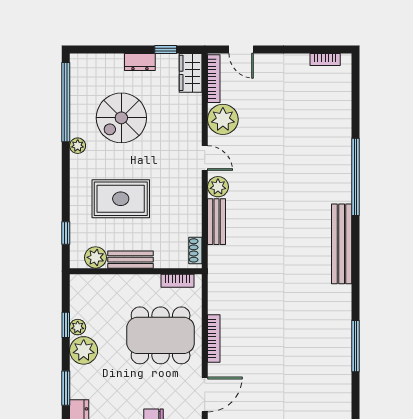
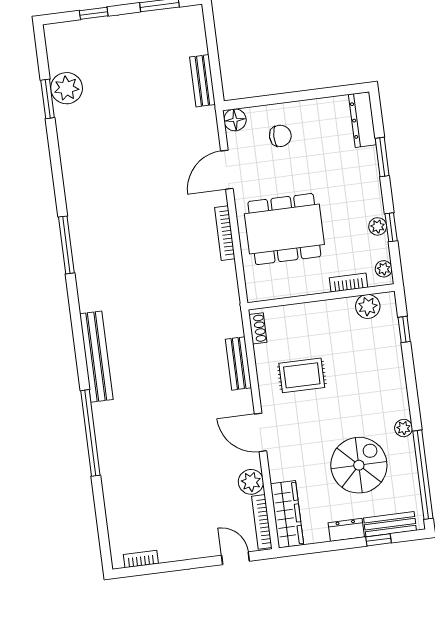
window: (166, 50) -> (378, 540), moved
wardrobe: (191, 73) -> (287, 514), width x1.50
plant: (223, 119) -> (251, 482), width x0.73, depth x0.73
door: (205, 158) -> (261, 432), width x1.38
plant: (218, 187) -> (242, 402), removed
rug: (121, 199) -> (302, 375), moved, width x0.73, depth x0.70
bench: (131, 260) -> (390, 524), moved
bookcase: (177, 281) -> (348, 283), moved
plant: (84, 350) -> (384, 269), moved, width x0.53, depth x0.53

